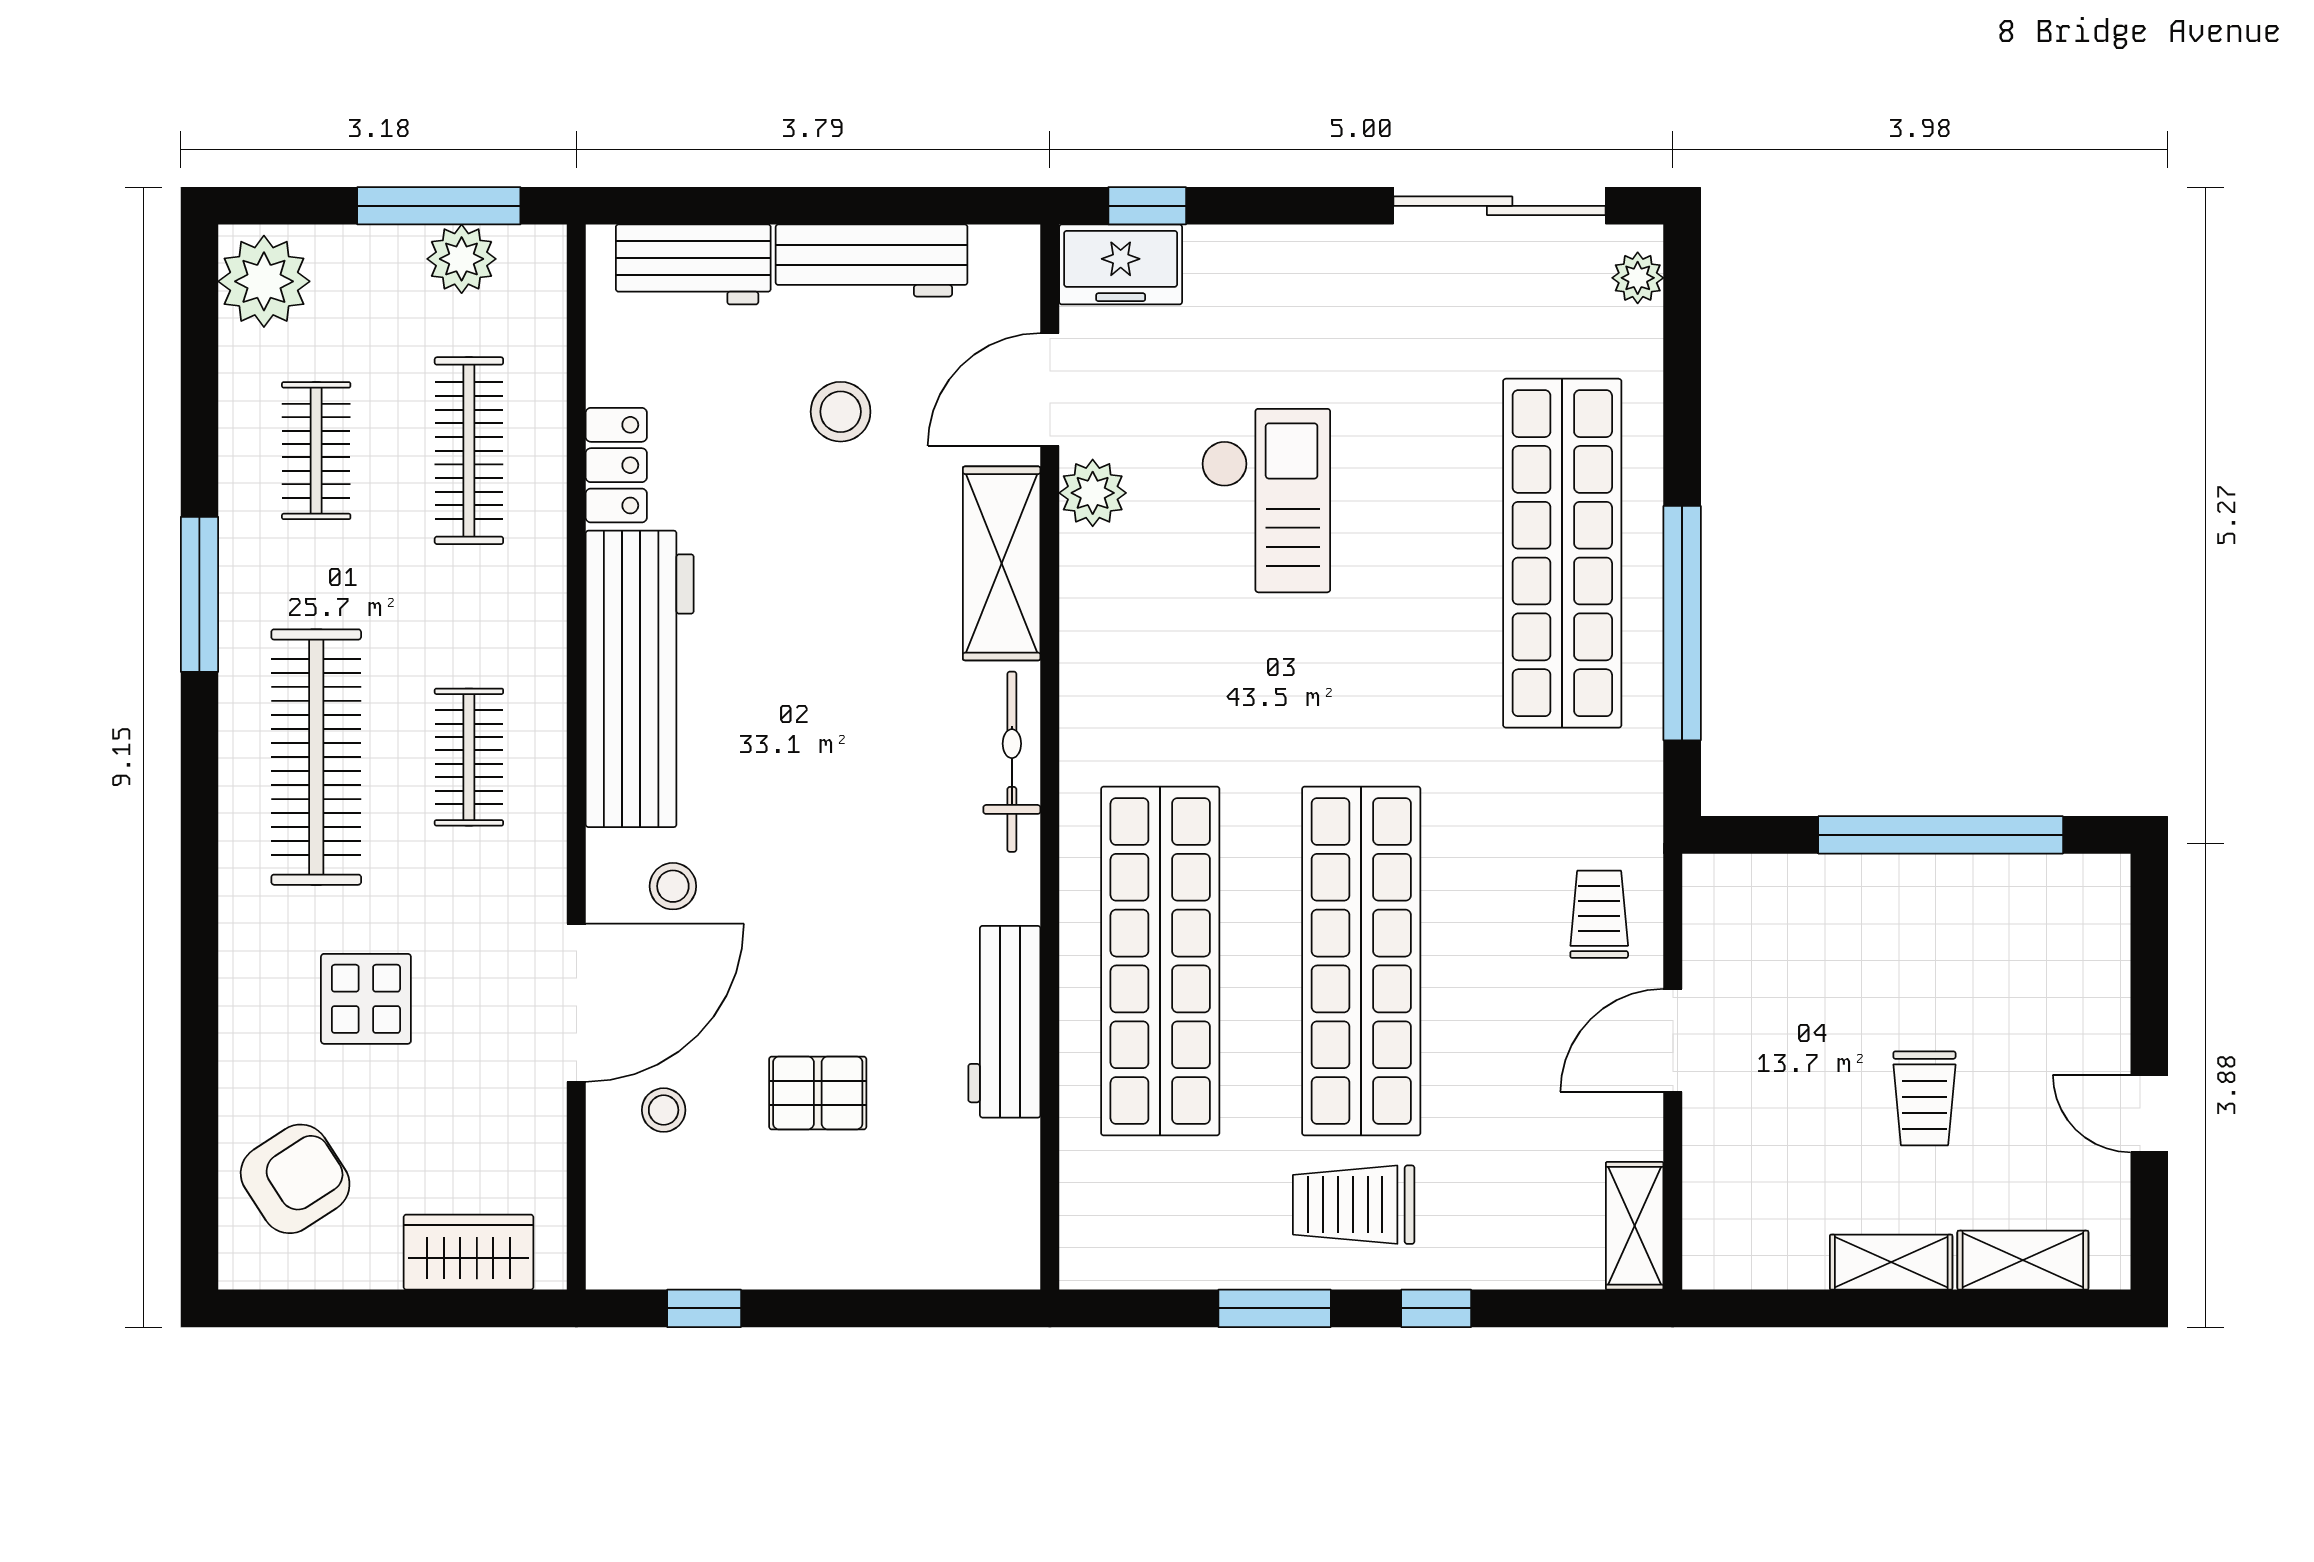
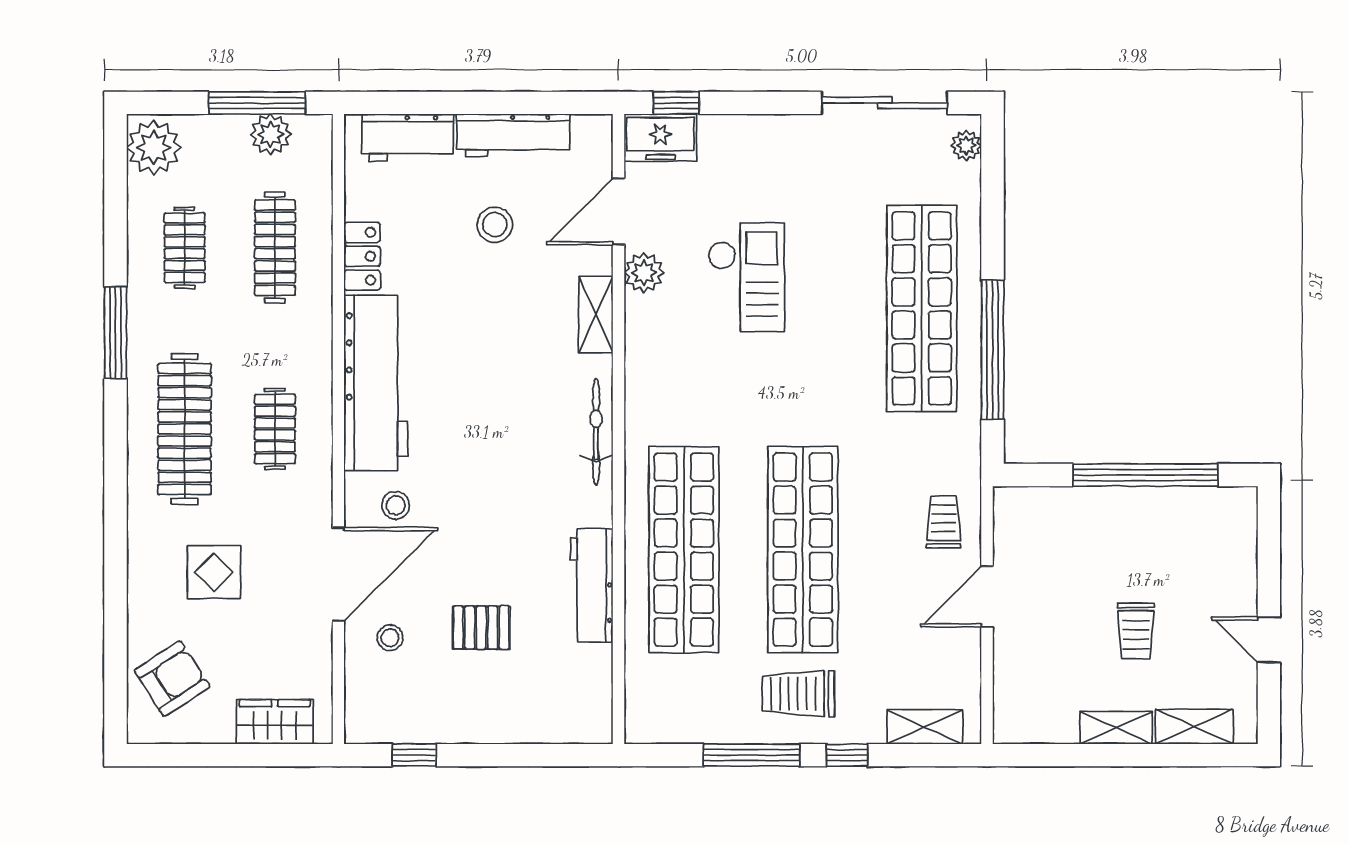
shelving: (1002, 563) -> (596, 314), width x0.67, depth x0.75
shelving: (1635, 1226) -> (925, 727), moved, turned 90
window: (1275, 1308) -> (751, 755), width x1.44

